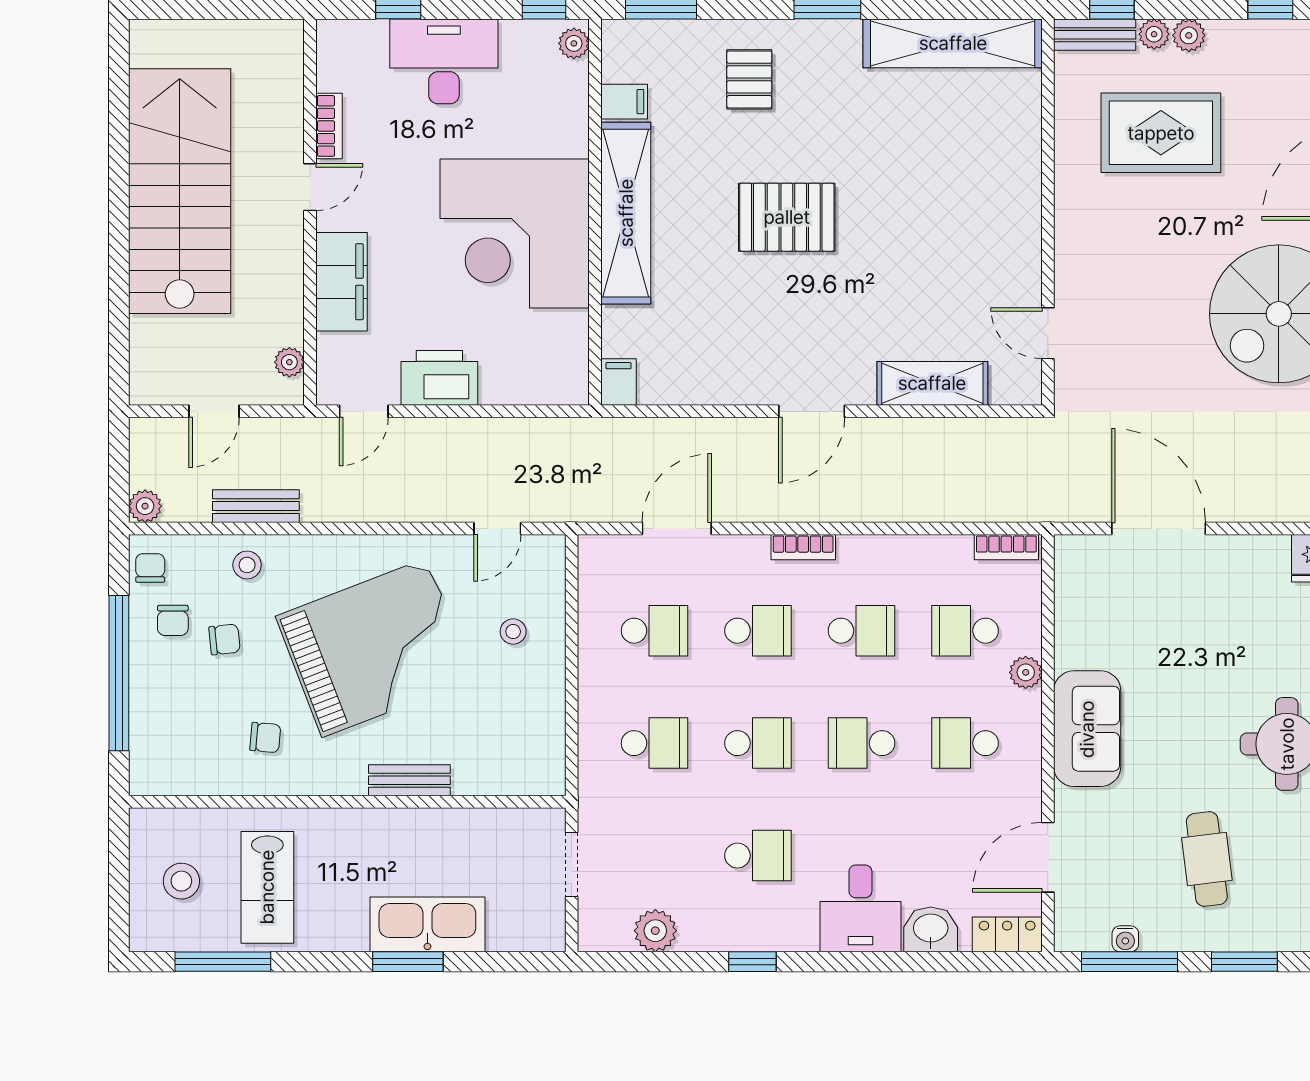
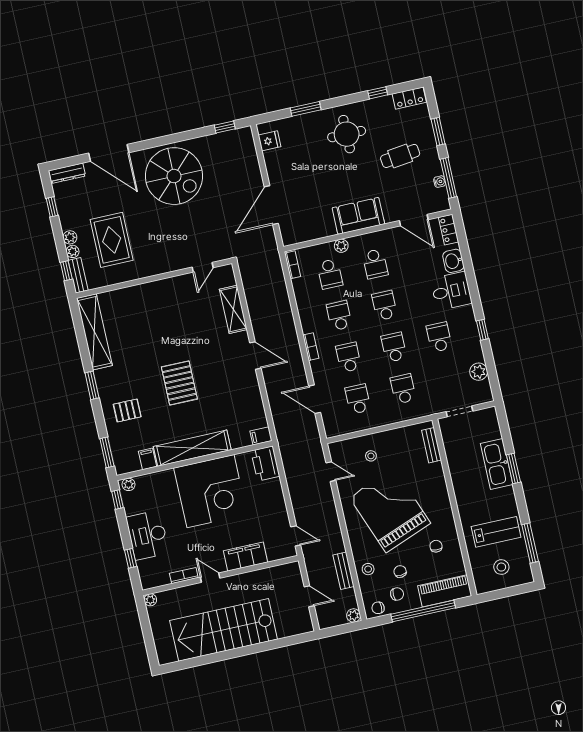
plant: (289, 362) -> (150, 600), moved
printer: (439, 378) -> (265, 464), moved
piano: (155, 735) -> (445, 591), added
school desk: (862, 743) -> (385, 305), turned 180
bench: (409, 780) -> (431, 445), moved

